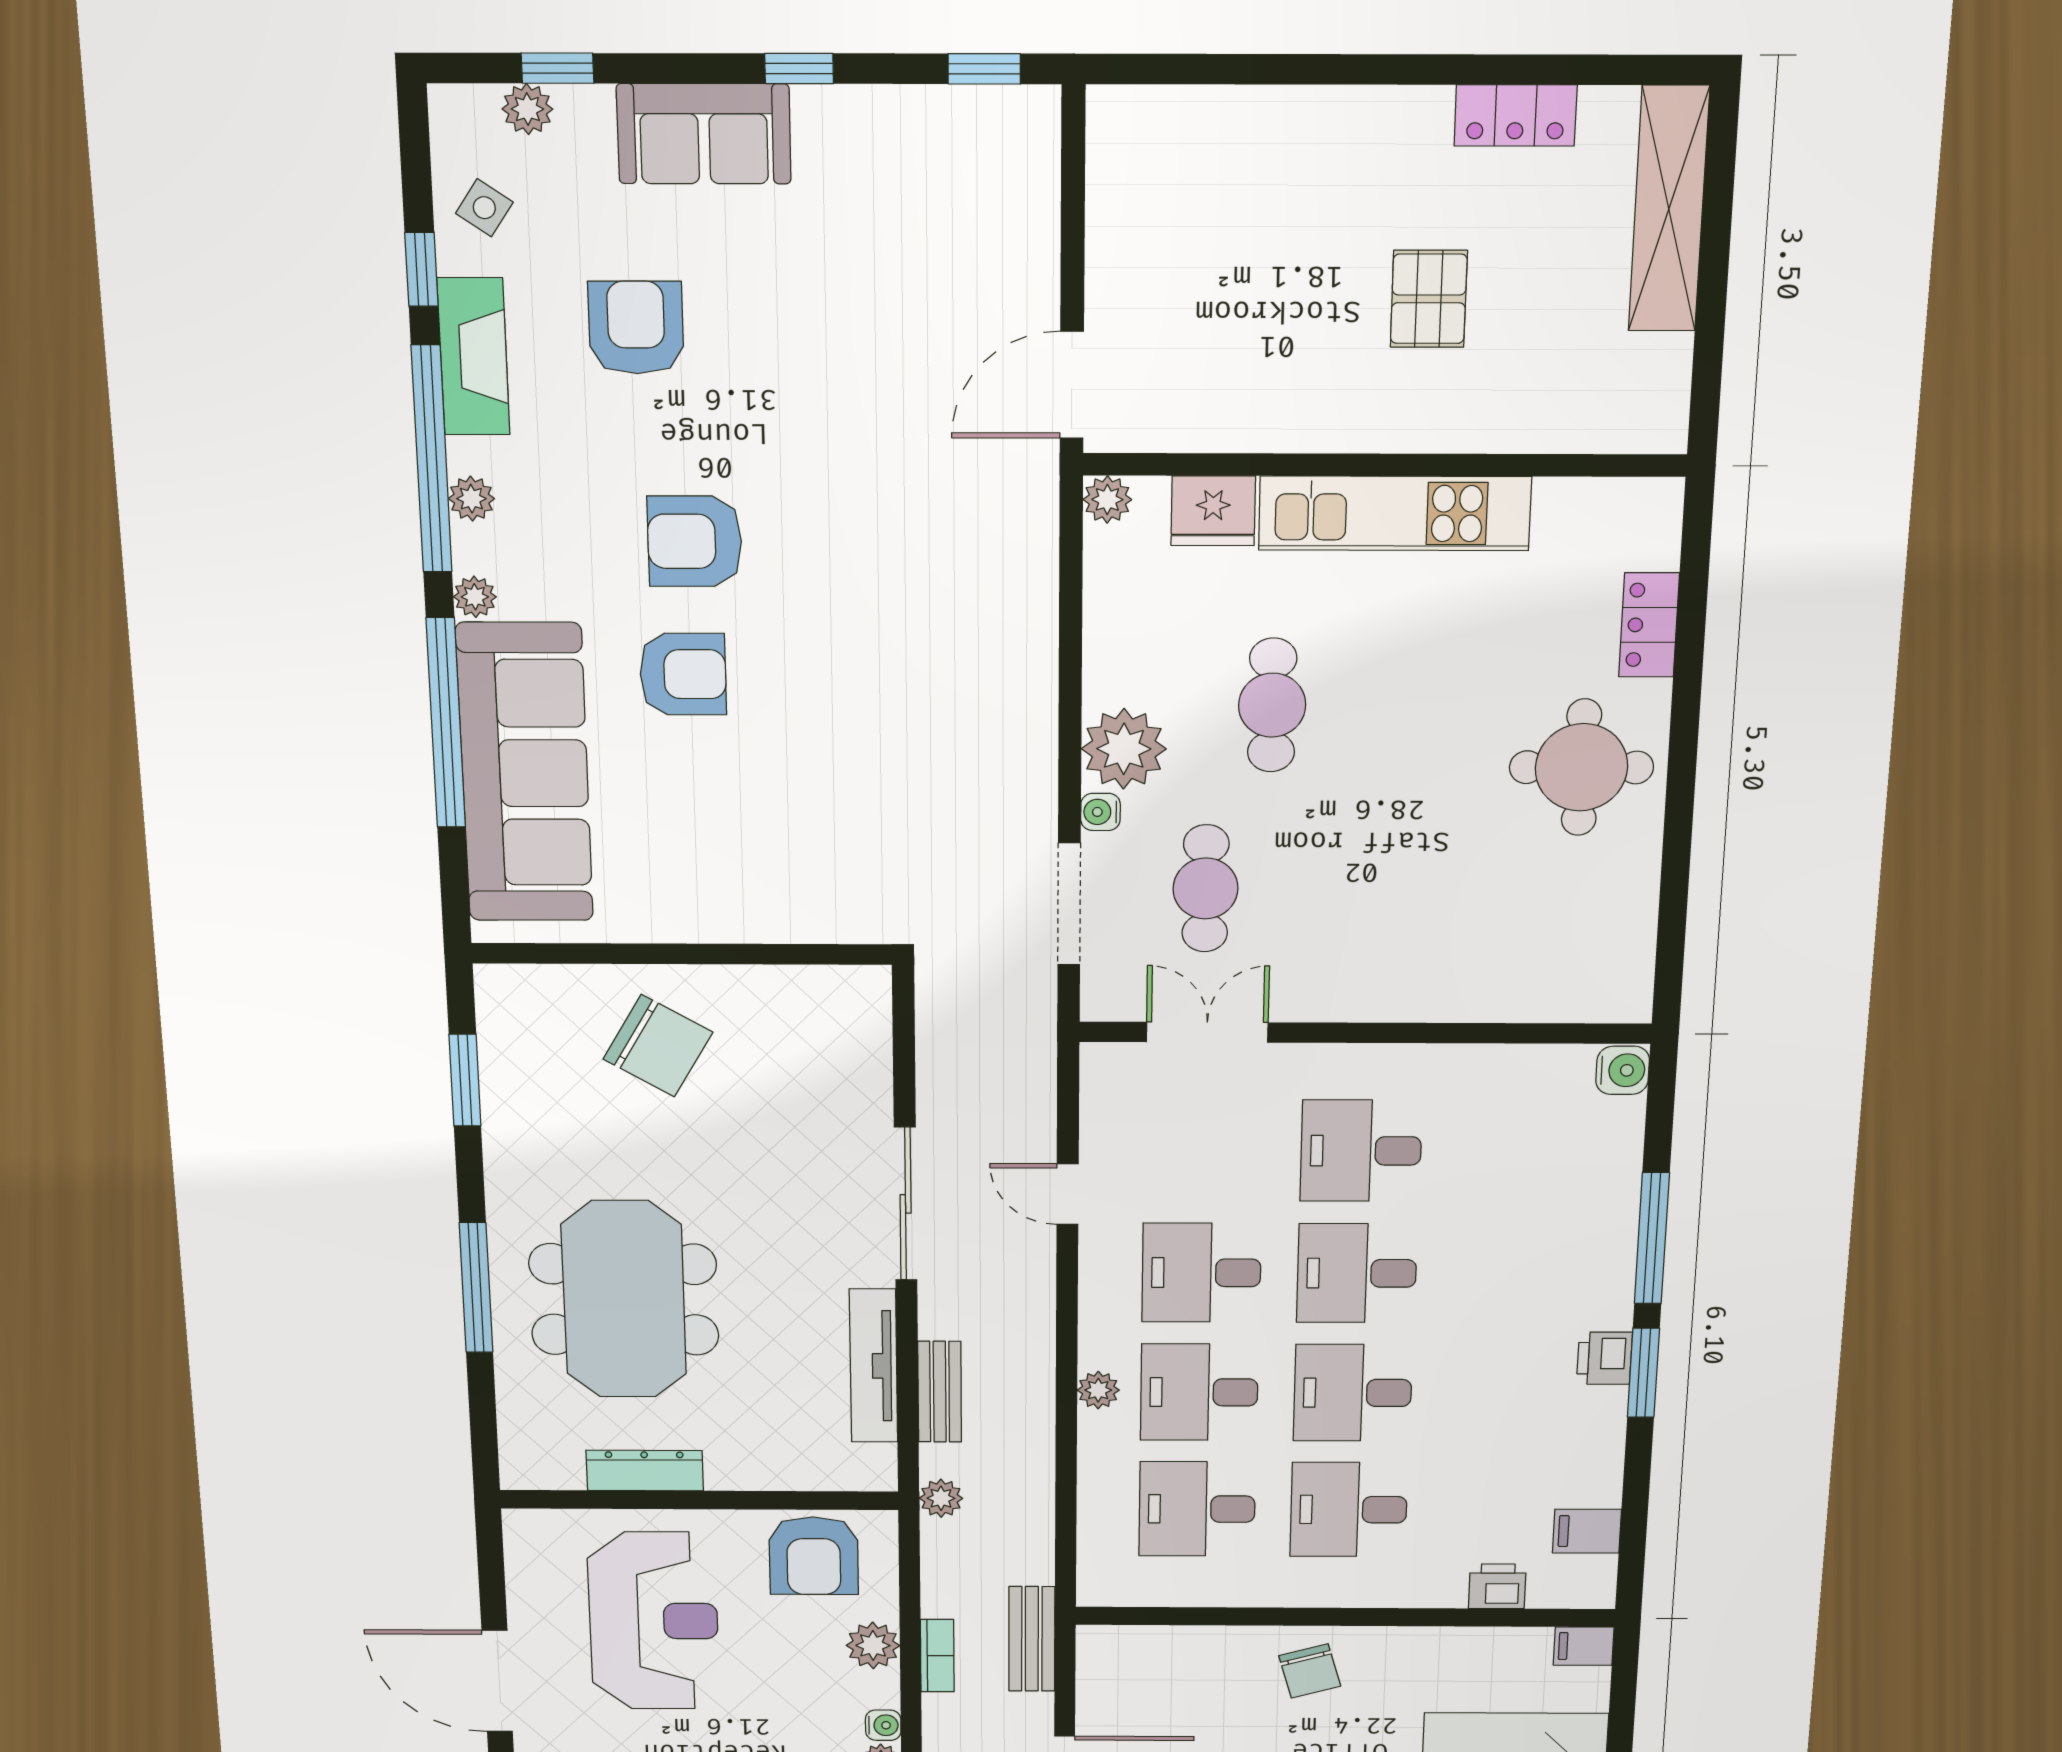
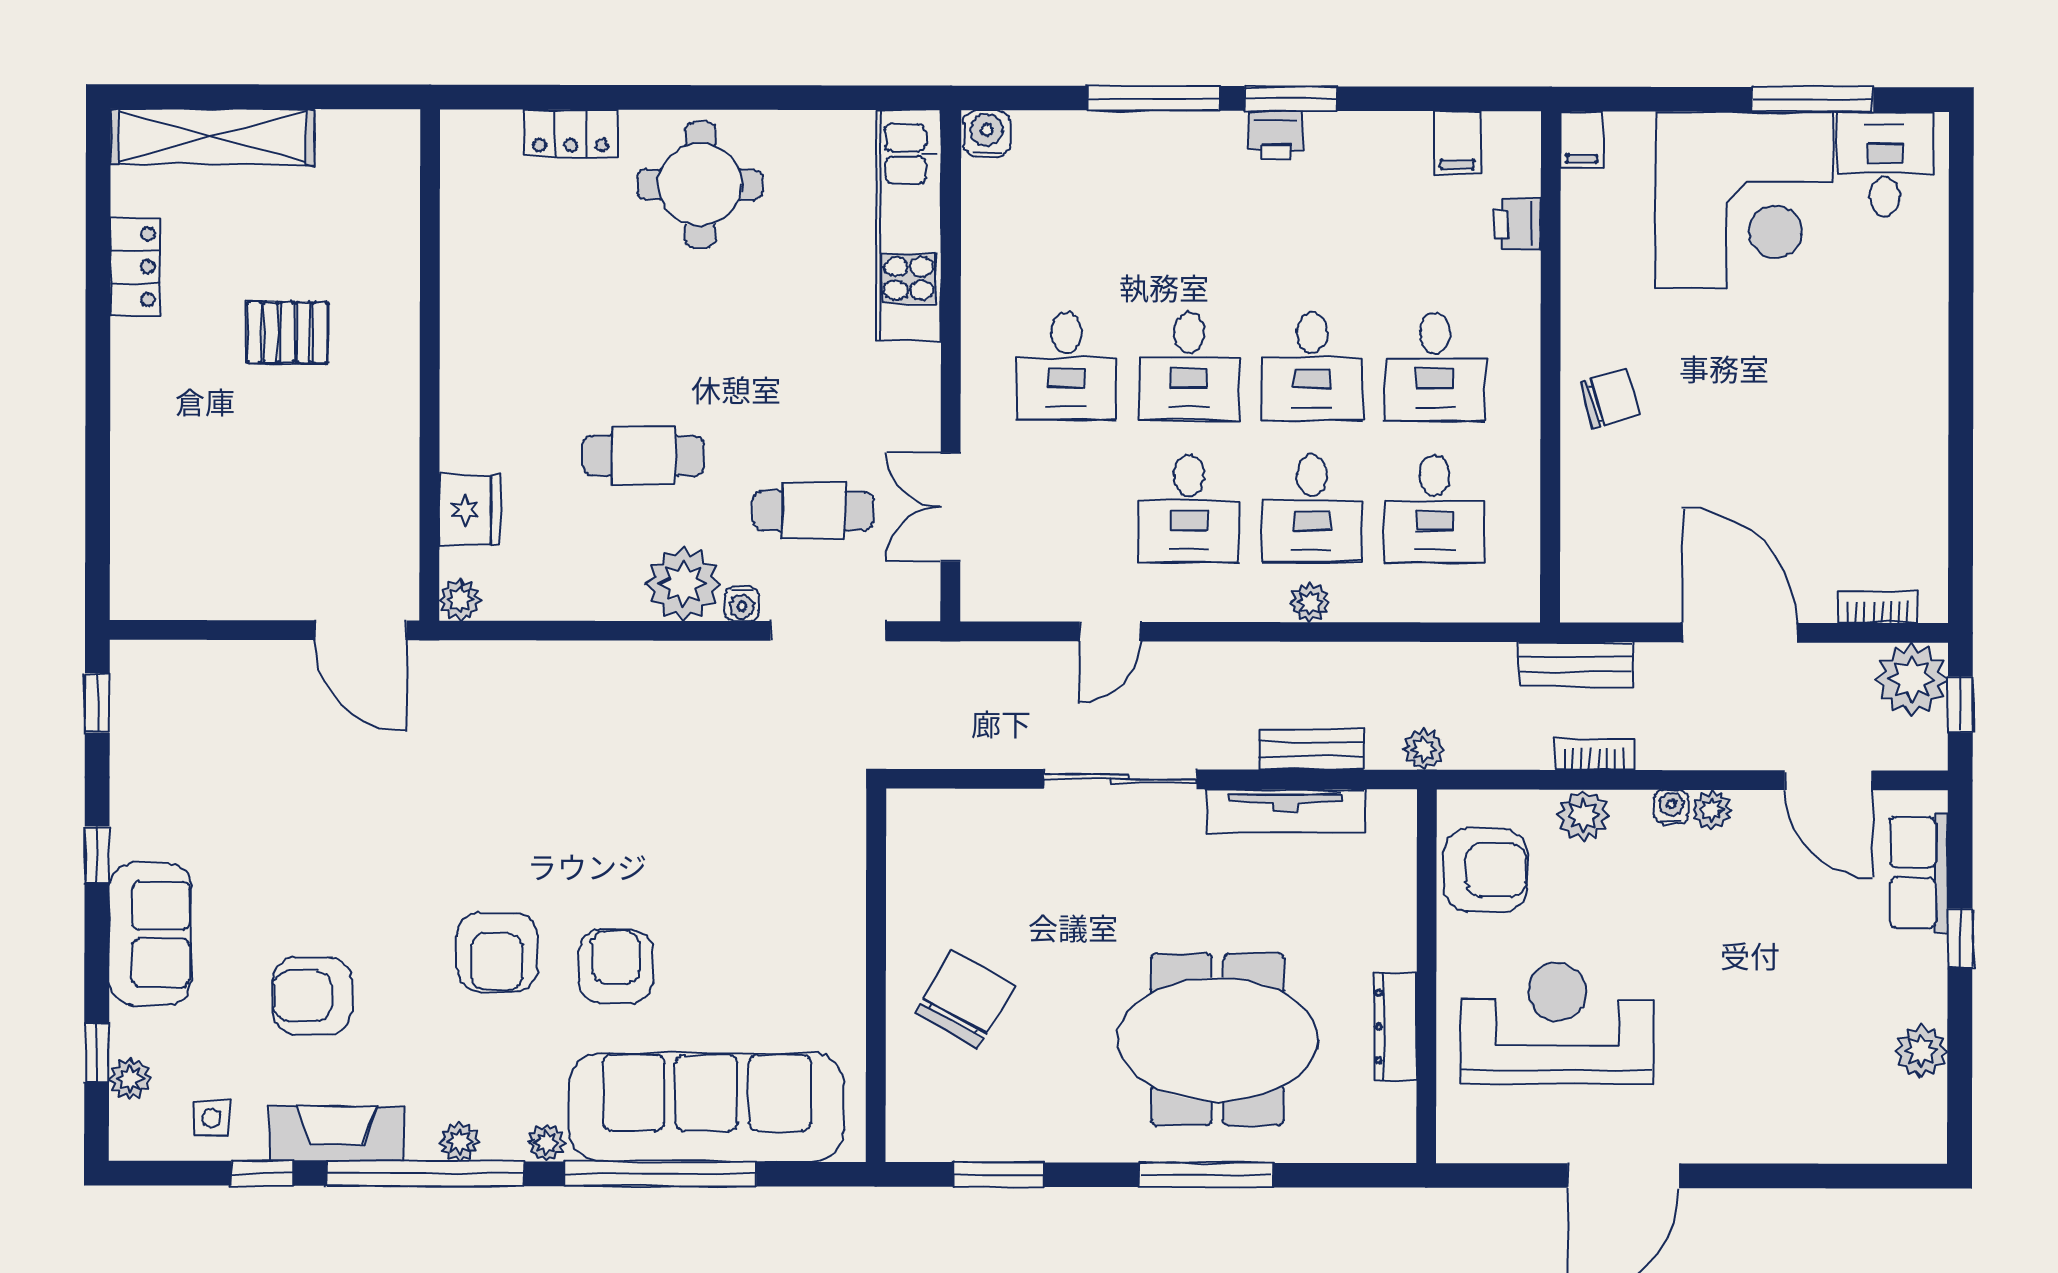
side table: (484, 208) -> (211, 1118), turned -34
kitchen unit: (1395, 513) -> (909, 225), moved, turned 180

